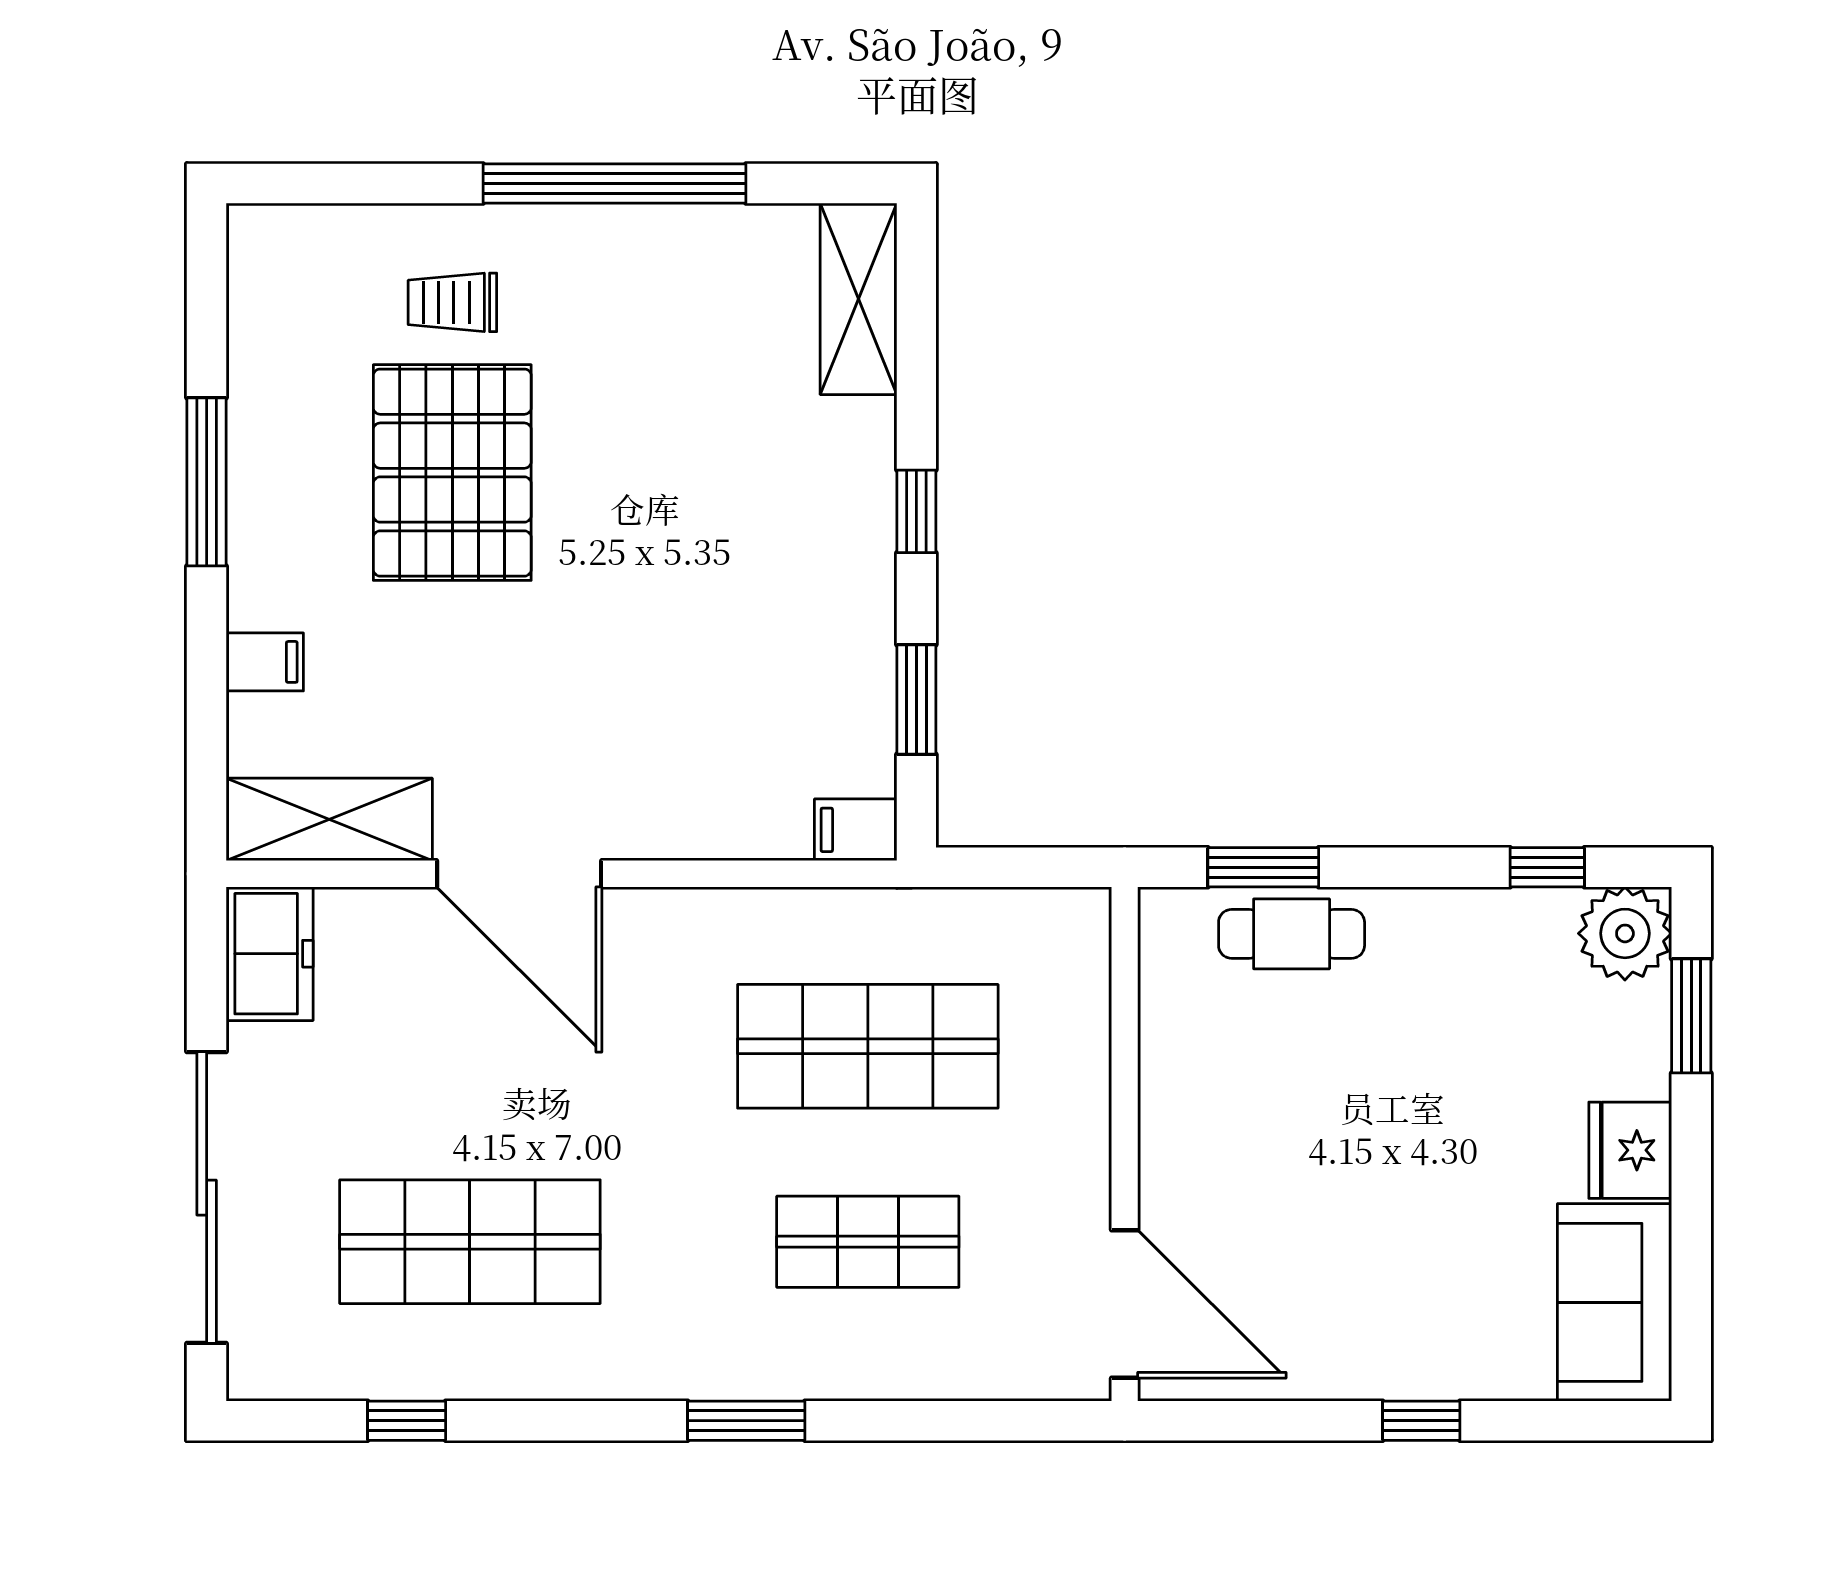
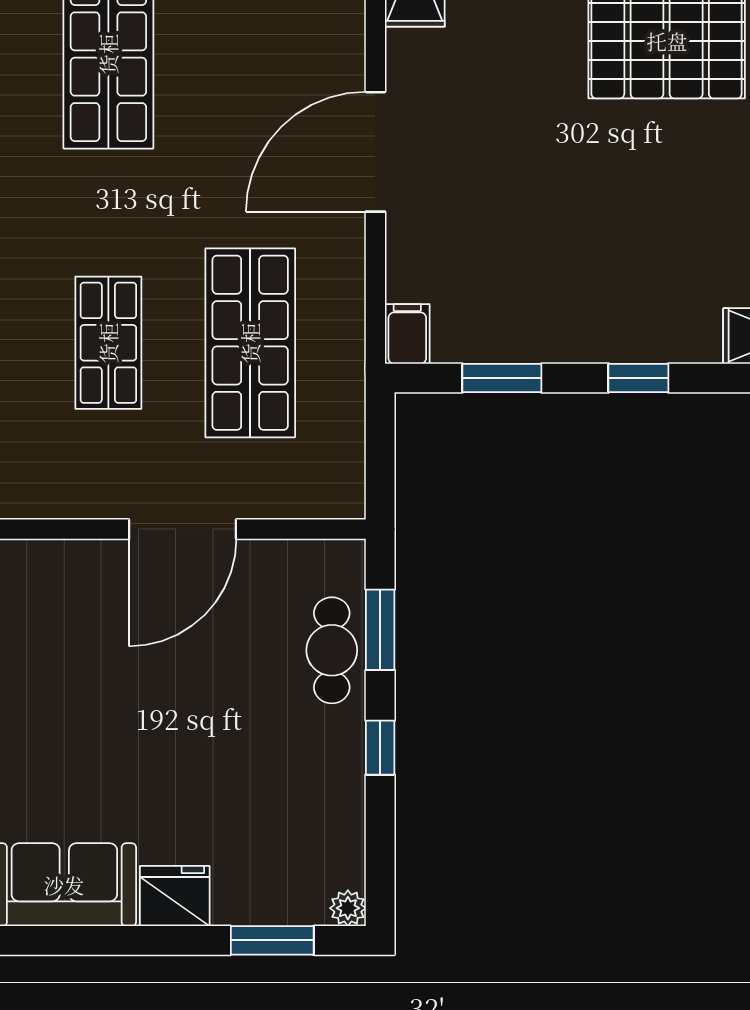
window: (1547, 867) -> (380, 748), moved
door: (519, 874) -> (375, 152), moved
plant: (1625, 933) -> (348, 908), width x0.53, depth x0.53
door: (1125, 1304) -> (183, 529), moved

